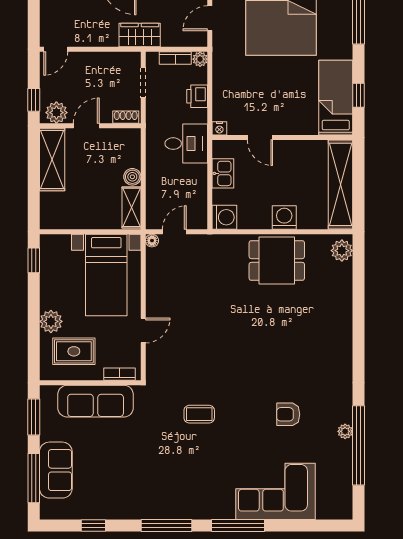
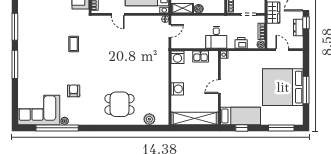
door: (260, 138) -> (219, 87), moved
door: (174, 232) -> (170, 31), hinge flipped
plant: (342, 251) -> (149, 119), moved
dining table: (277, 260) -> (120, 104), moved, turned 90
corner sofa: (276, 491) -> (39, 110), moved, turned -90

